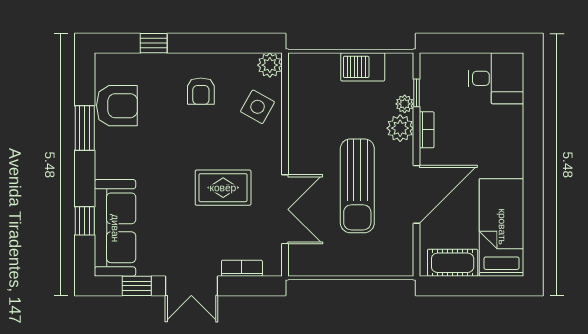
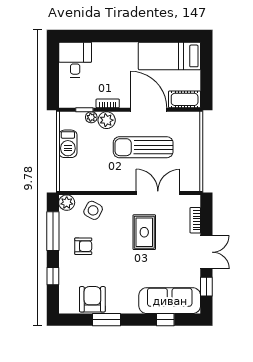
window: (225, 43) -> (53, 231), added
sun lounger: (357, 186) -> (143, 147), turned 180
cot: (453, 263) -> (185, 99), moved, turned 90

